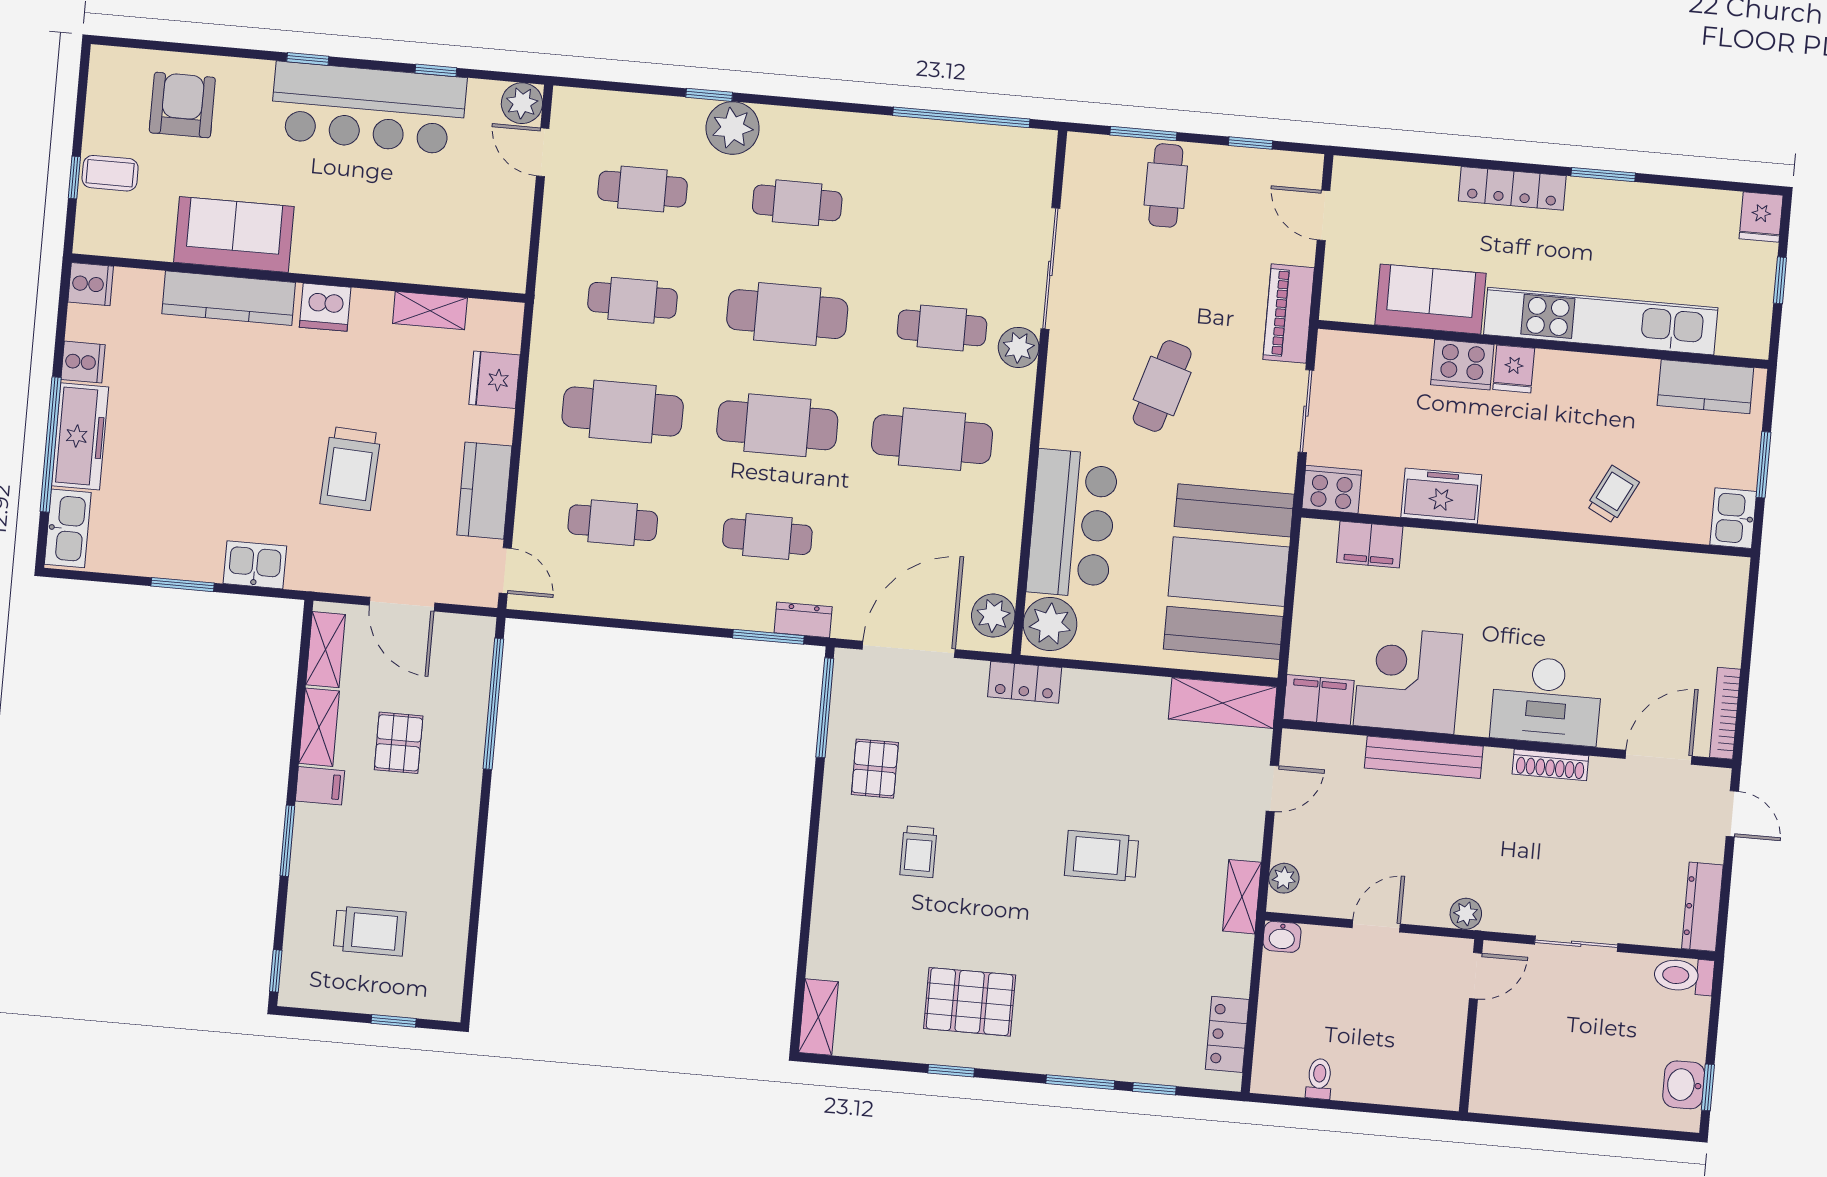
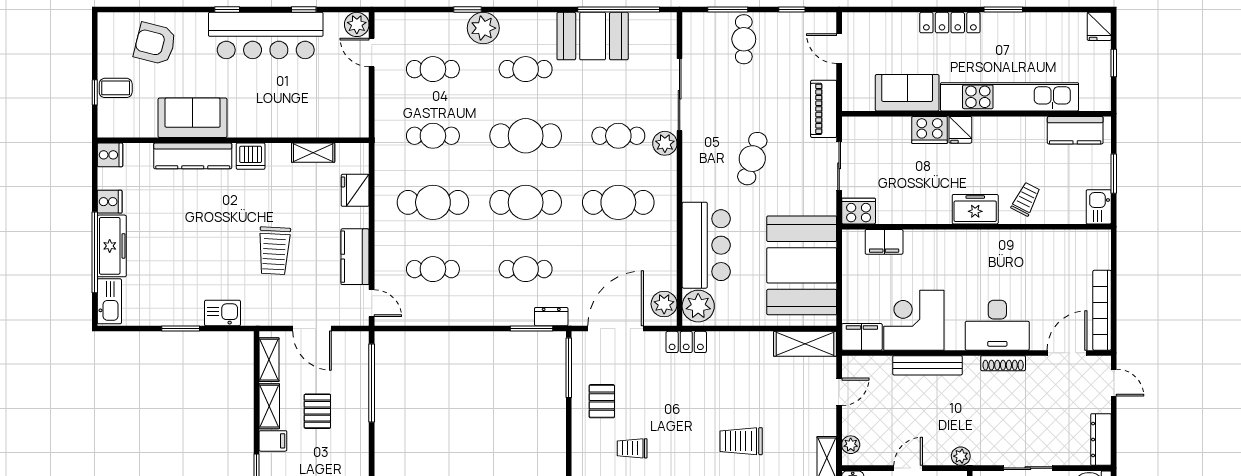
armchair: (182, 105) -> (155, 44), turned -76
booth: (914, 158) -> (593, 36), added
freezer: (1441, 496) -> (975, 209), moved
bookcase: (1725, 713) -> (1102, 310), width x1.48, depth x1.31
trolley: (918, 852) -> (632, 448), turned 90

